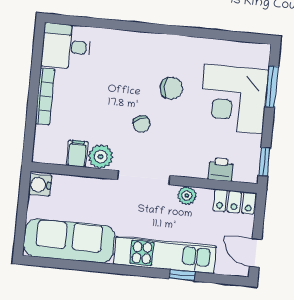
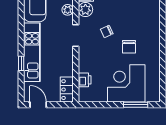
window: (264, 162) -> (92, 105), removed
doorway: (144, 177) -> (76, 36), width x0.73
plant: (187, 196) -> (68, 10), moved
door: (256, 253) -> (38, 105), hinge flipped

